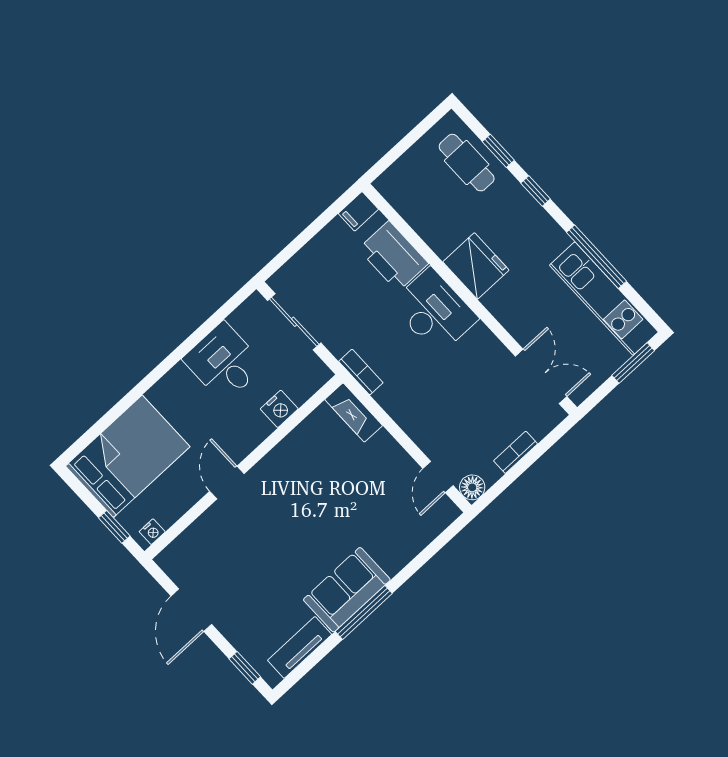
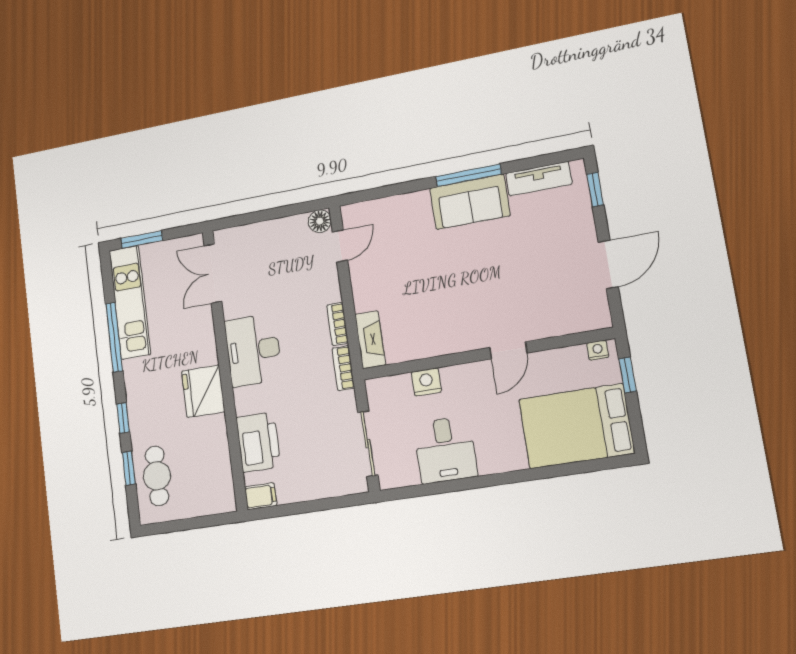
desk: (434, 311) -> (253, 350), moved
bookcase: (516, 452) -> (338, 324), moved, turned 90

